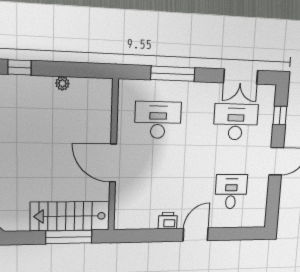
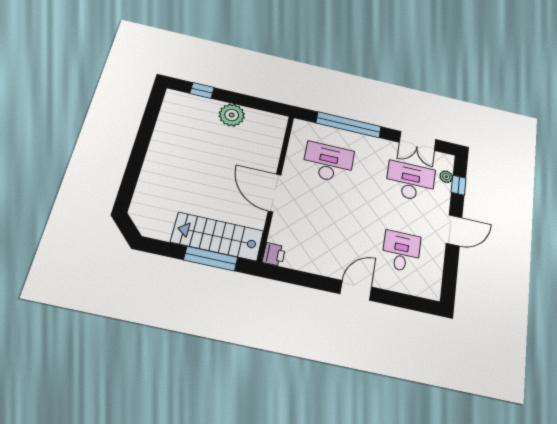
window: (173, 74) -> (349, 125), width x1.46
plant: (62, 83) -> (232, 115), width x1.88, depth x1.88
plant: (268, 109) -> (446, 177), added
printer: (168, 221) -> (274, 254), moved, turned 90

